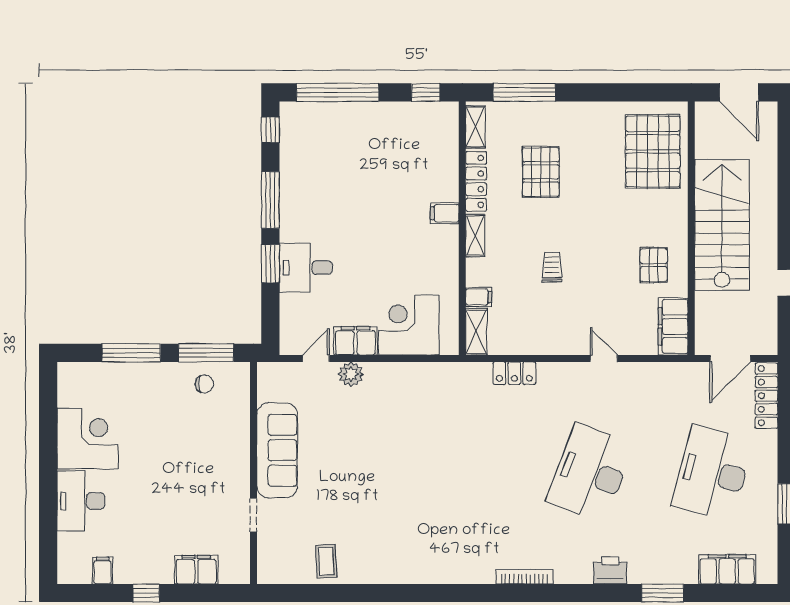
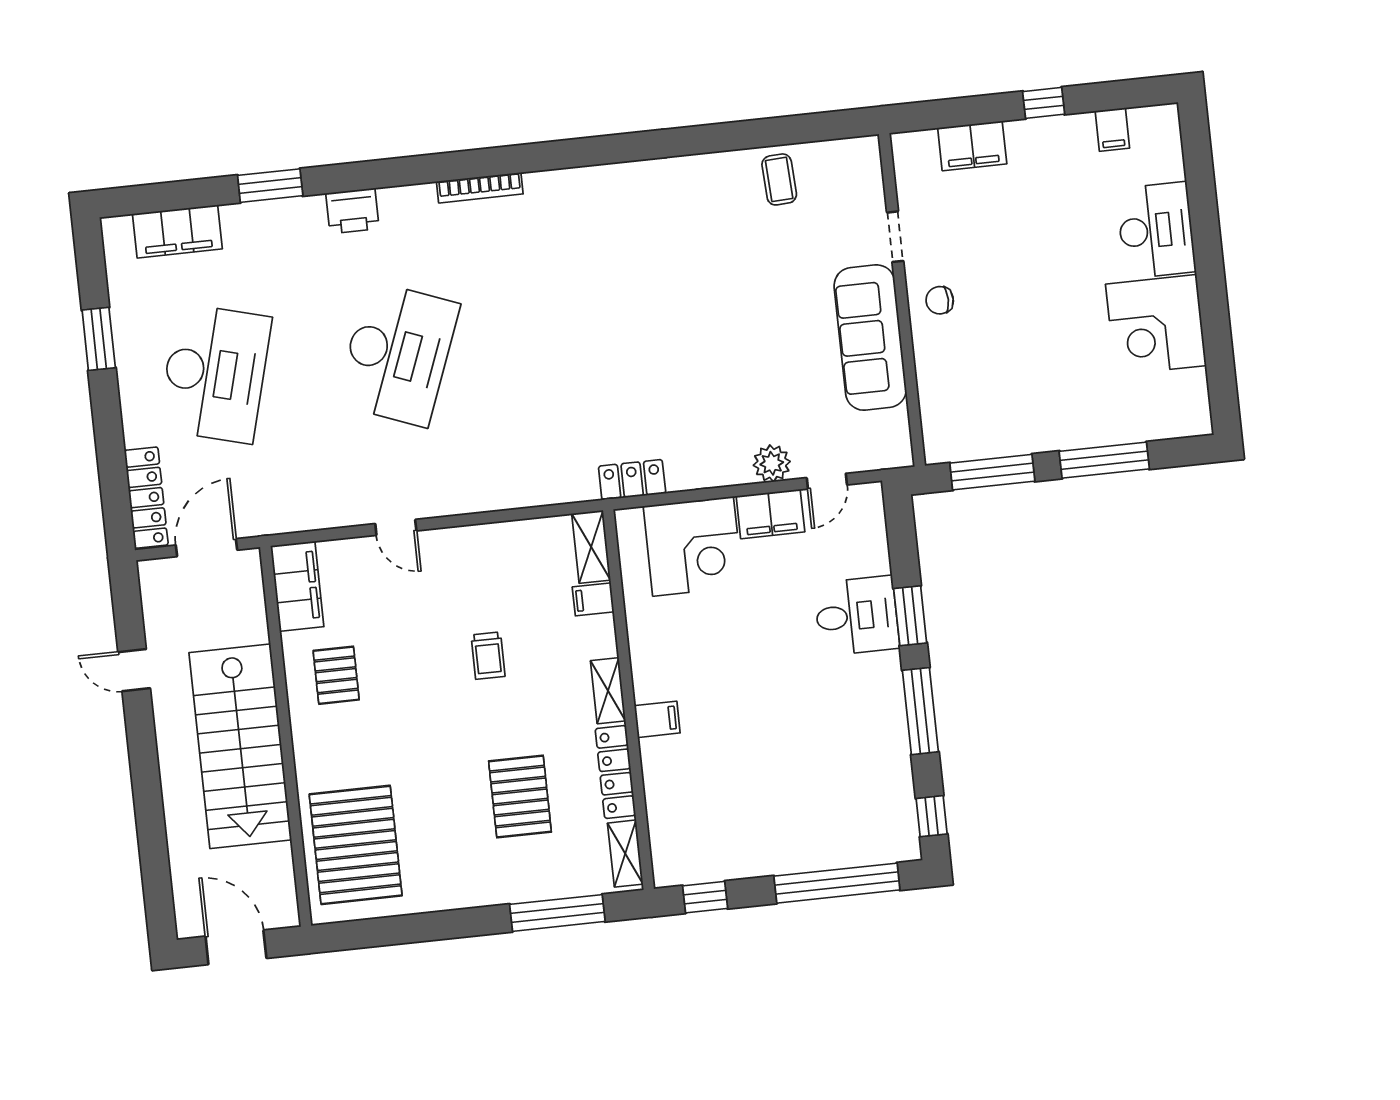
locker: (514, 373) -> (632, 480), moved
chair: (204, 384) -> (940, 300), moved

